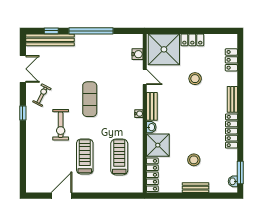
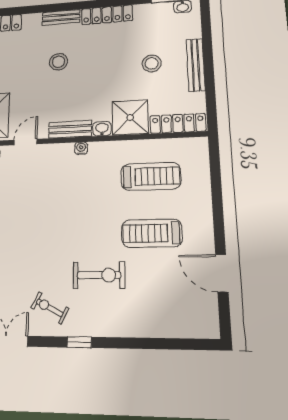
stool: (195, 79) -> (59, 62), moved
exercise mat: (90, 99) -> (58, 227), removed
treadmill: (119, 157) -> (151, 176), turned 180
bench: (196, 188) -> (196, 65), width x1.36

